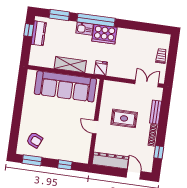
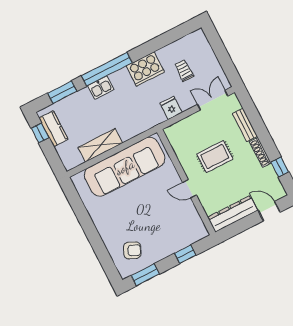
cooker: (104, 34) -> (145, 69), moved
trolley: (161, 56) -> (184, 70), moved
shelving: (70, 65) -> (100, 145), moved
fridge: (101, 68) -> (171, 108), moved

